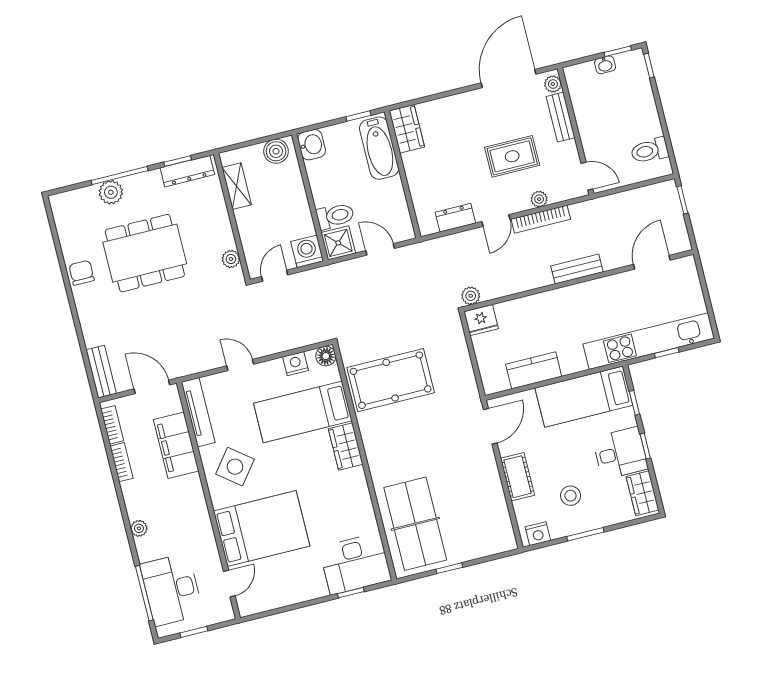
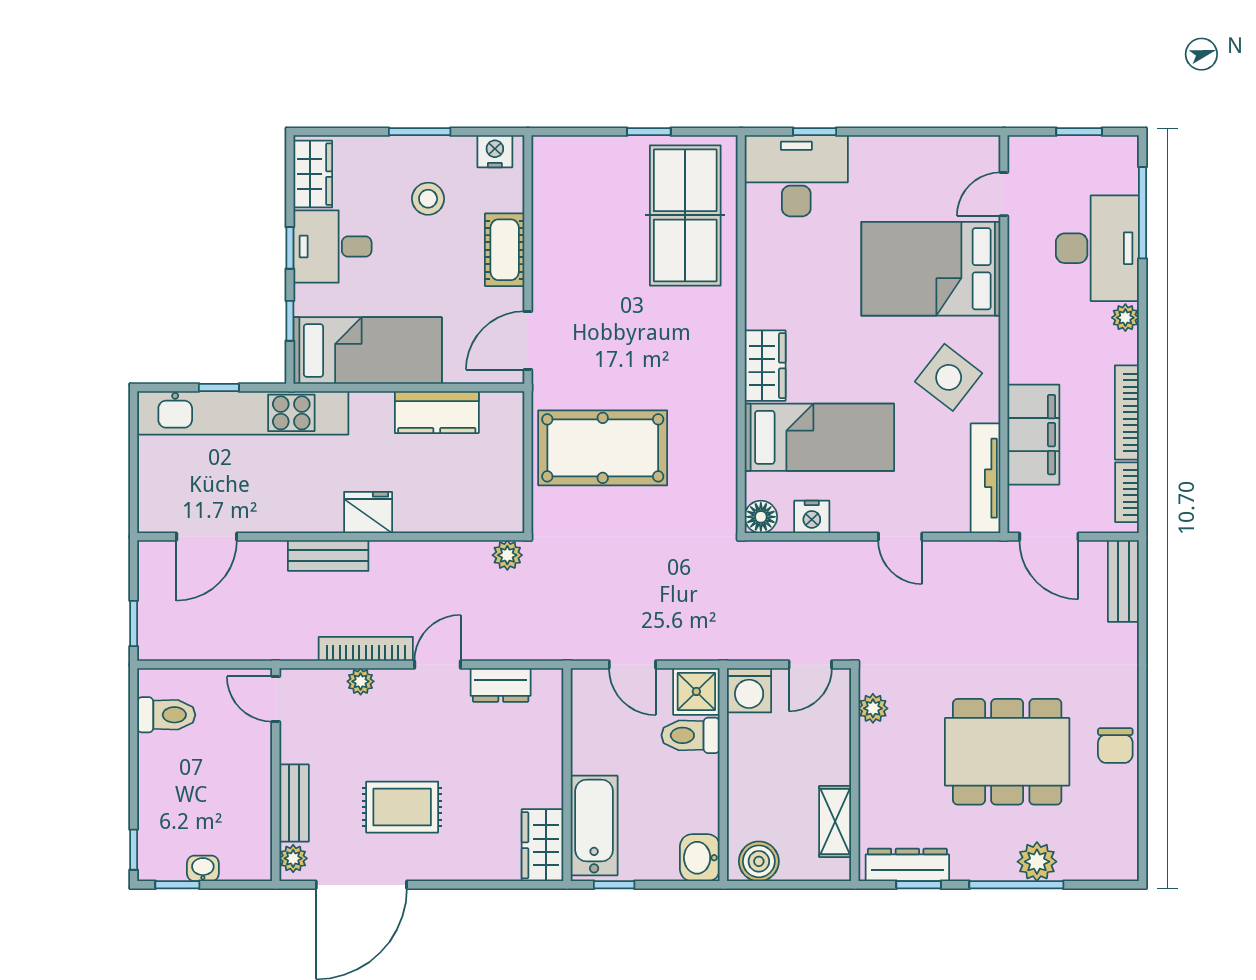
rug: (512, 156) -> (402, 807), moved
fridge: (481, 320) -> (368, 512), moved
pool table: (391, 380) -> (603, 448), moved
bookcase: (121, 462) -> (1127, 412), width x1.56
desk: (172, 589) -> (1097, 248), moved

